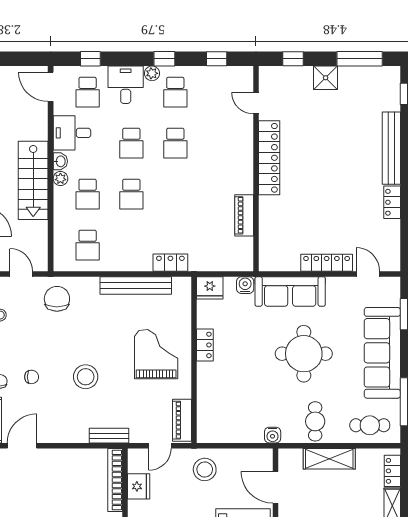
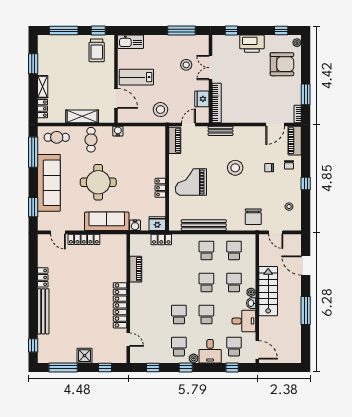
school desk: (131, 245) -> (206, 250), added
locker: (170, 263) -> (161, 239), moved
grand piano: (156, 354) -> (191, 182), turned 90

